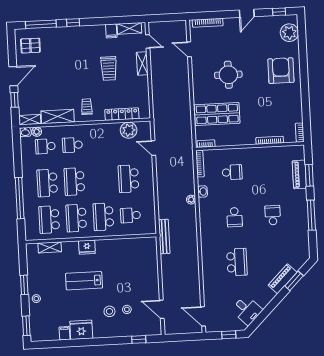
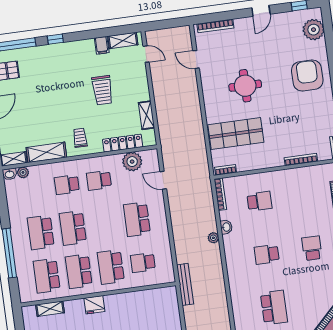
shelving: (142, 64) -> (146, 115), moved
school desk: (45, 146) -> (99, 180), moved
school desk: (234, 217) -> (267, 254), turned 90

